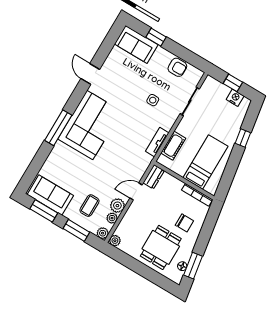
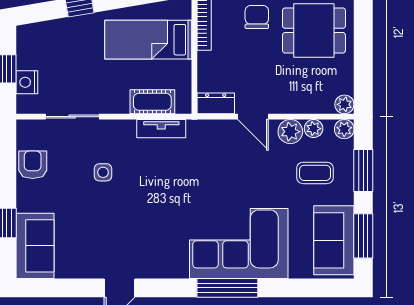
nightstand: (235, 98) -> (27, 82), moved
corner sofa: (90, 125) -> (239, 243), moved

